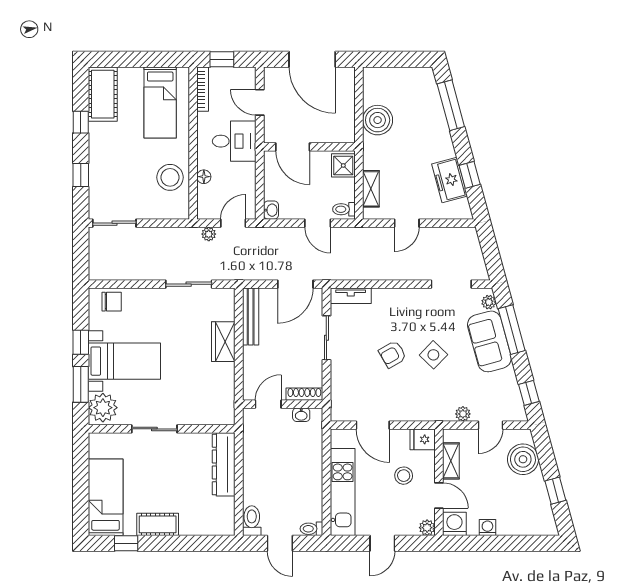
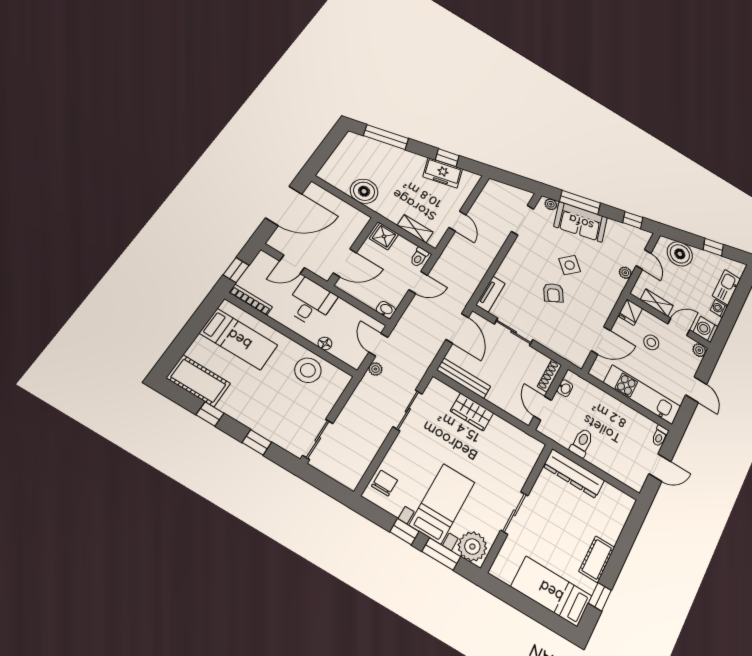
toilet: (252, 521) -> (582, 443), moved, turned 90
kitchen sink: (517, 525) -> (726, 287), added

